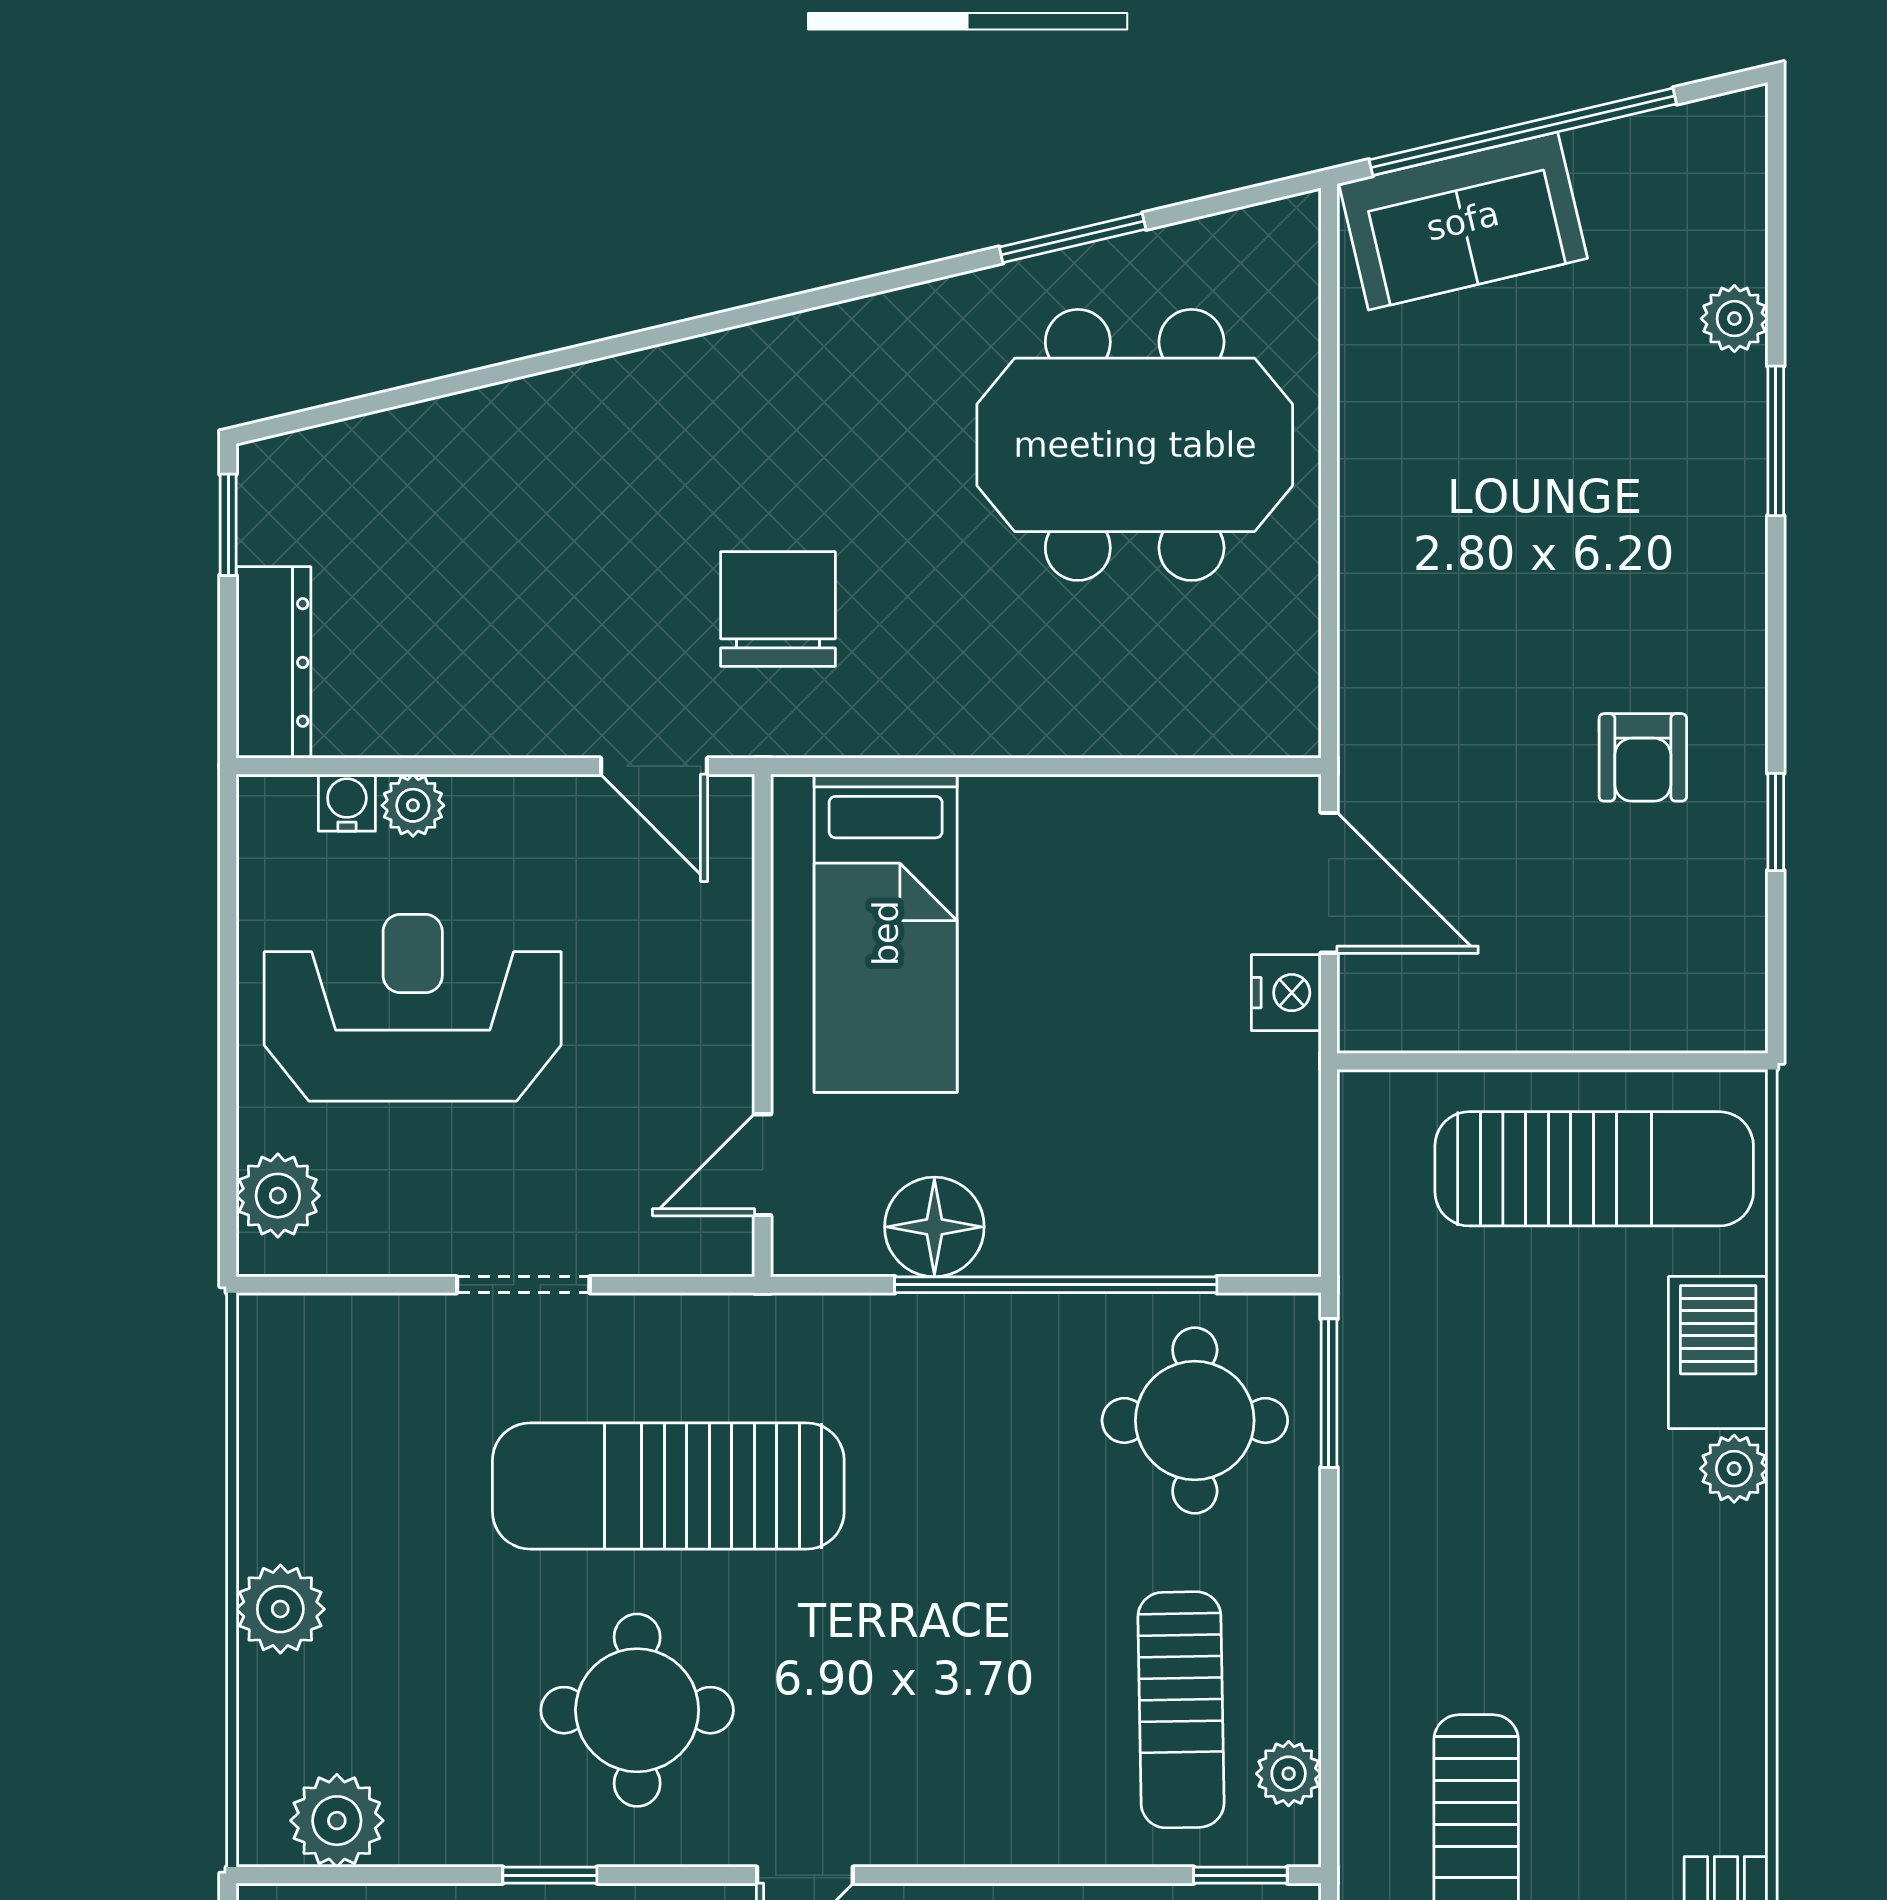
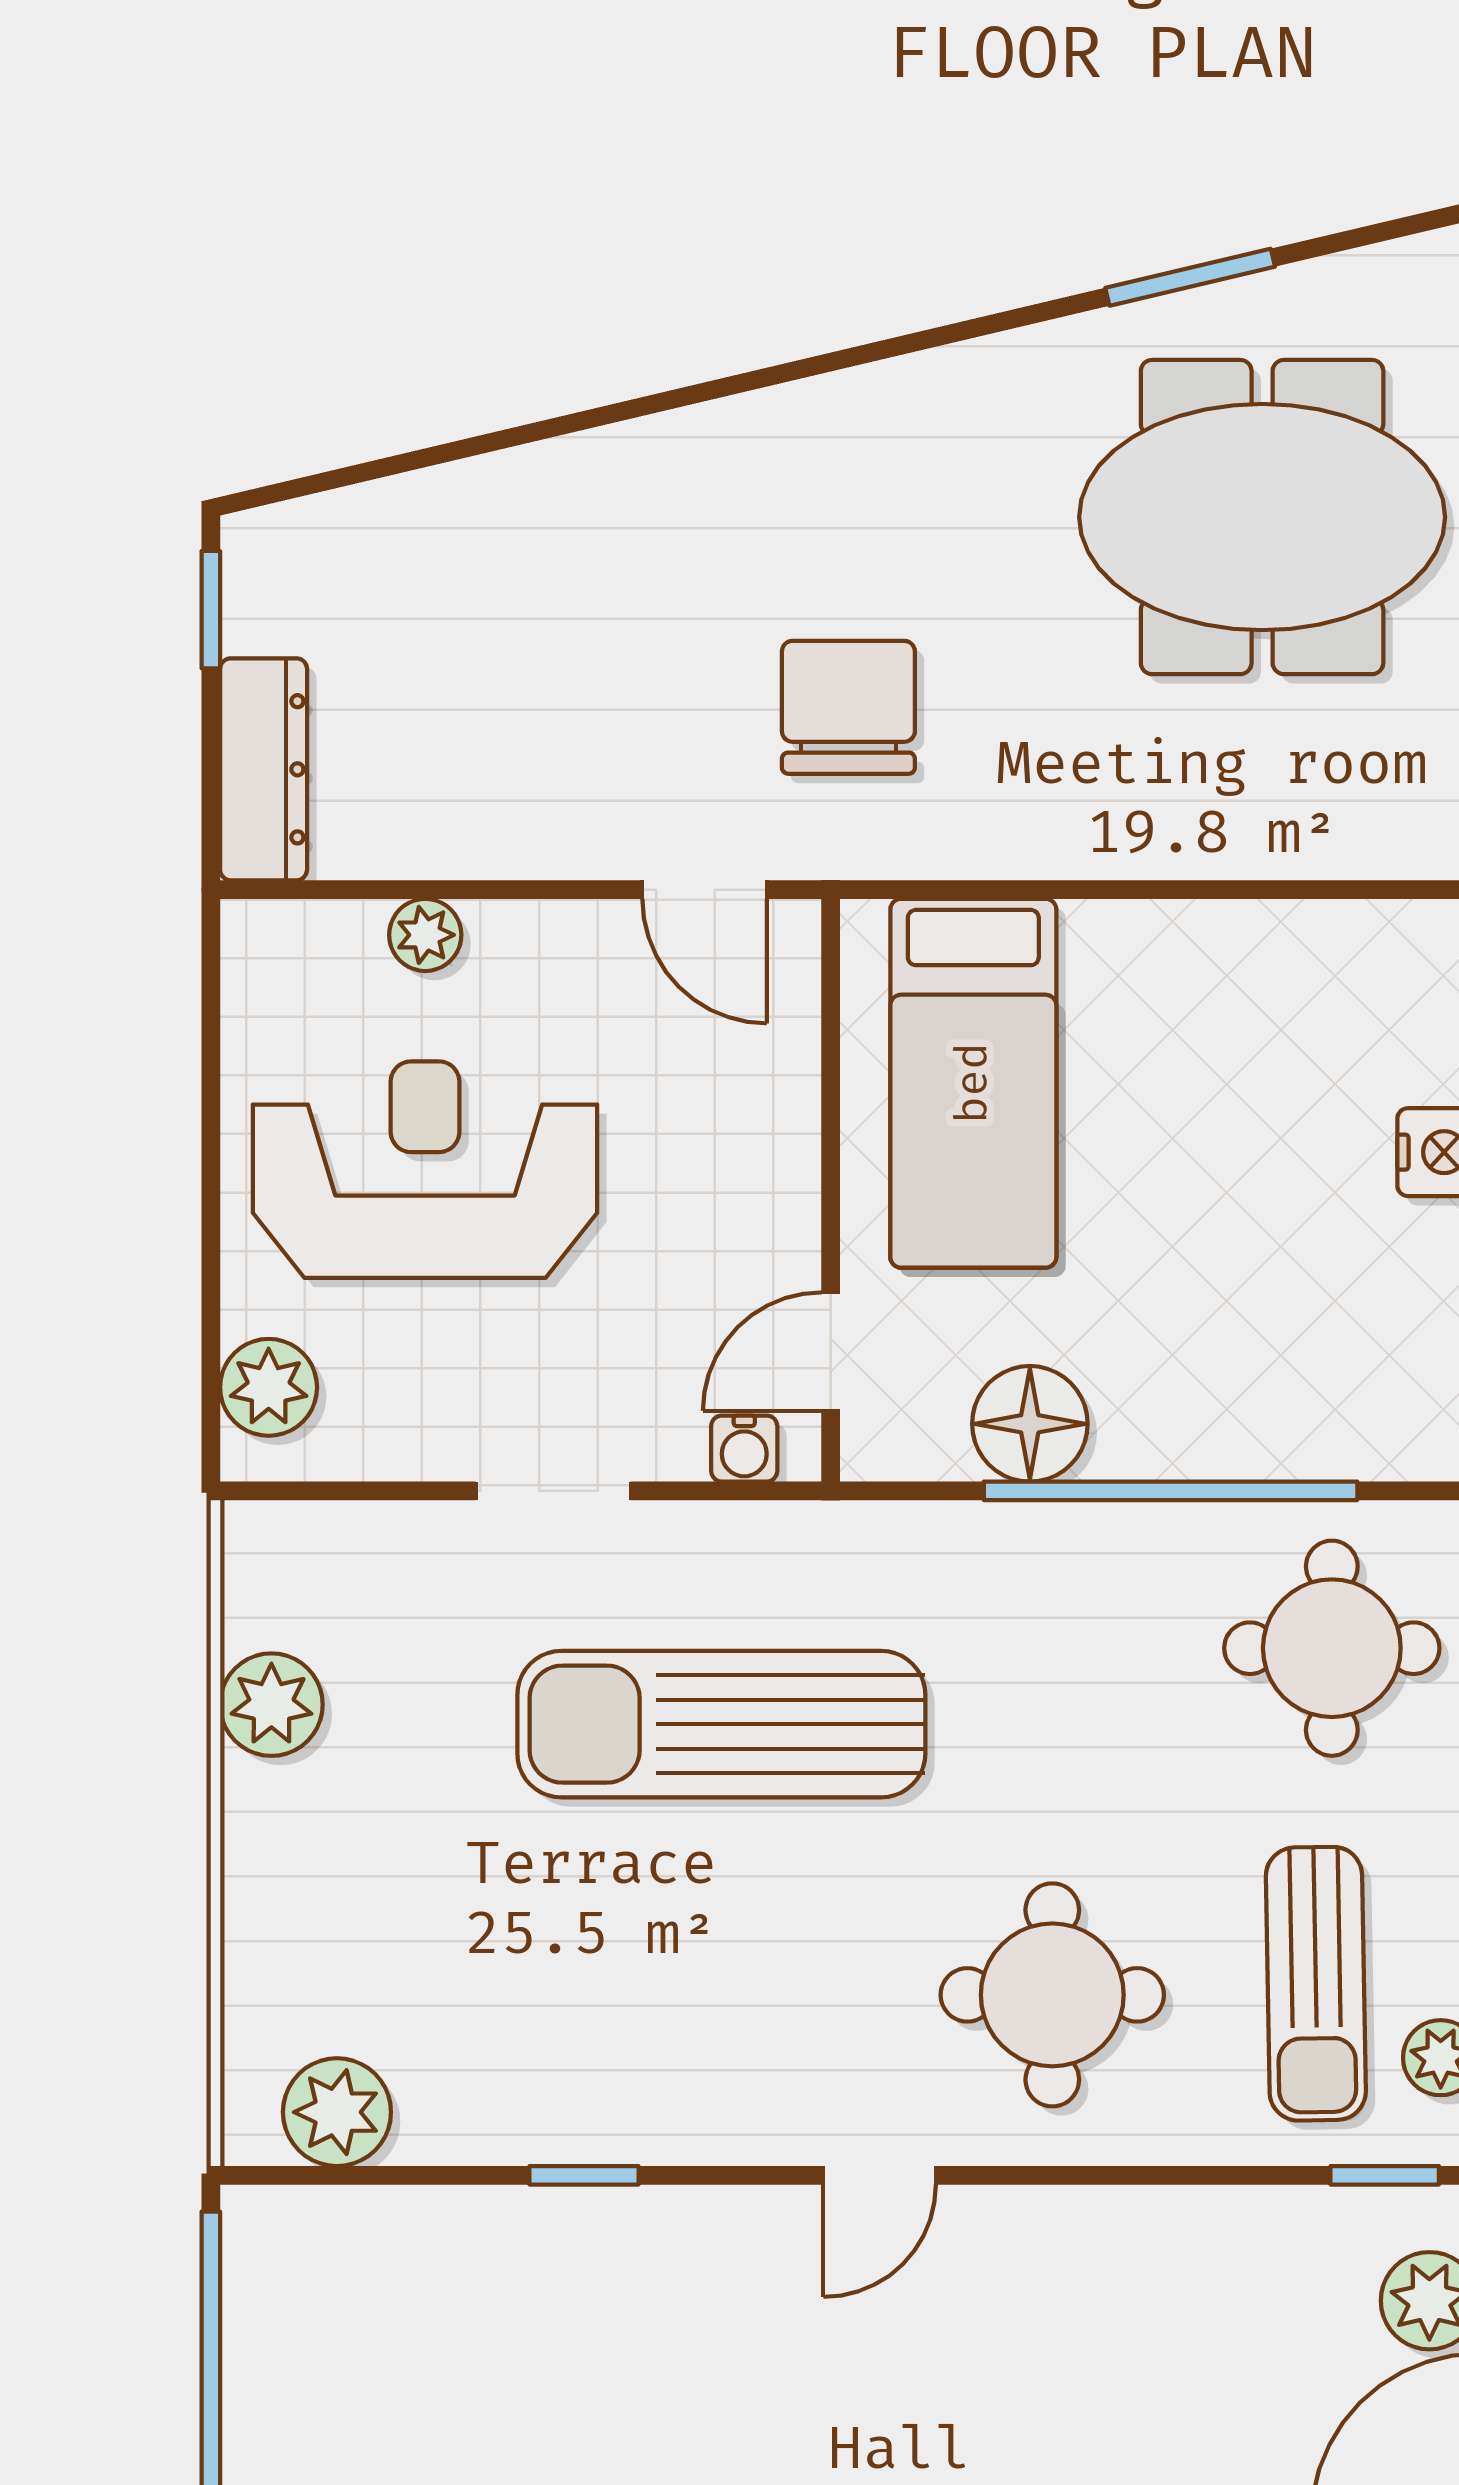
water cooler: (347, 803) -> (744, 1449), moved, turned 180
plant: (280, 1609) -> (271, 1705), moved
round table: (637, 1710) -> (1052, 1995), moved

